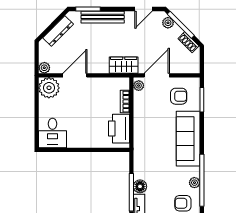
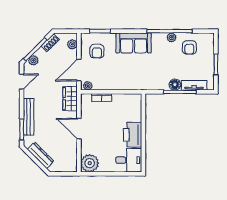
door: (144, 9) -> (22, 82), hinge flipped
plant: (44, 68) -> (72, 44), moved
door: (75, 75) -> (79, 129), moved
door: (157, 75) -> (79, 70), hinge flipped
armchair: (179, 96) -> (97, 51), turned 180
printer: (119, 129) -> (133, 135), moved, turned 90
sofa: (188, 139) -> (134, 43), width x0.73

